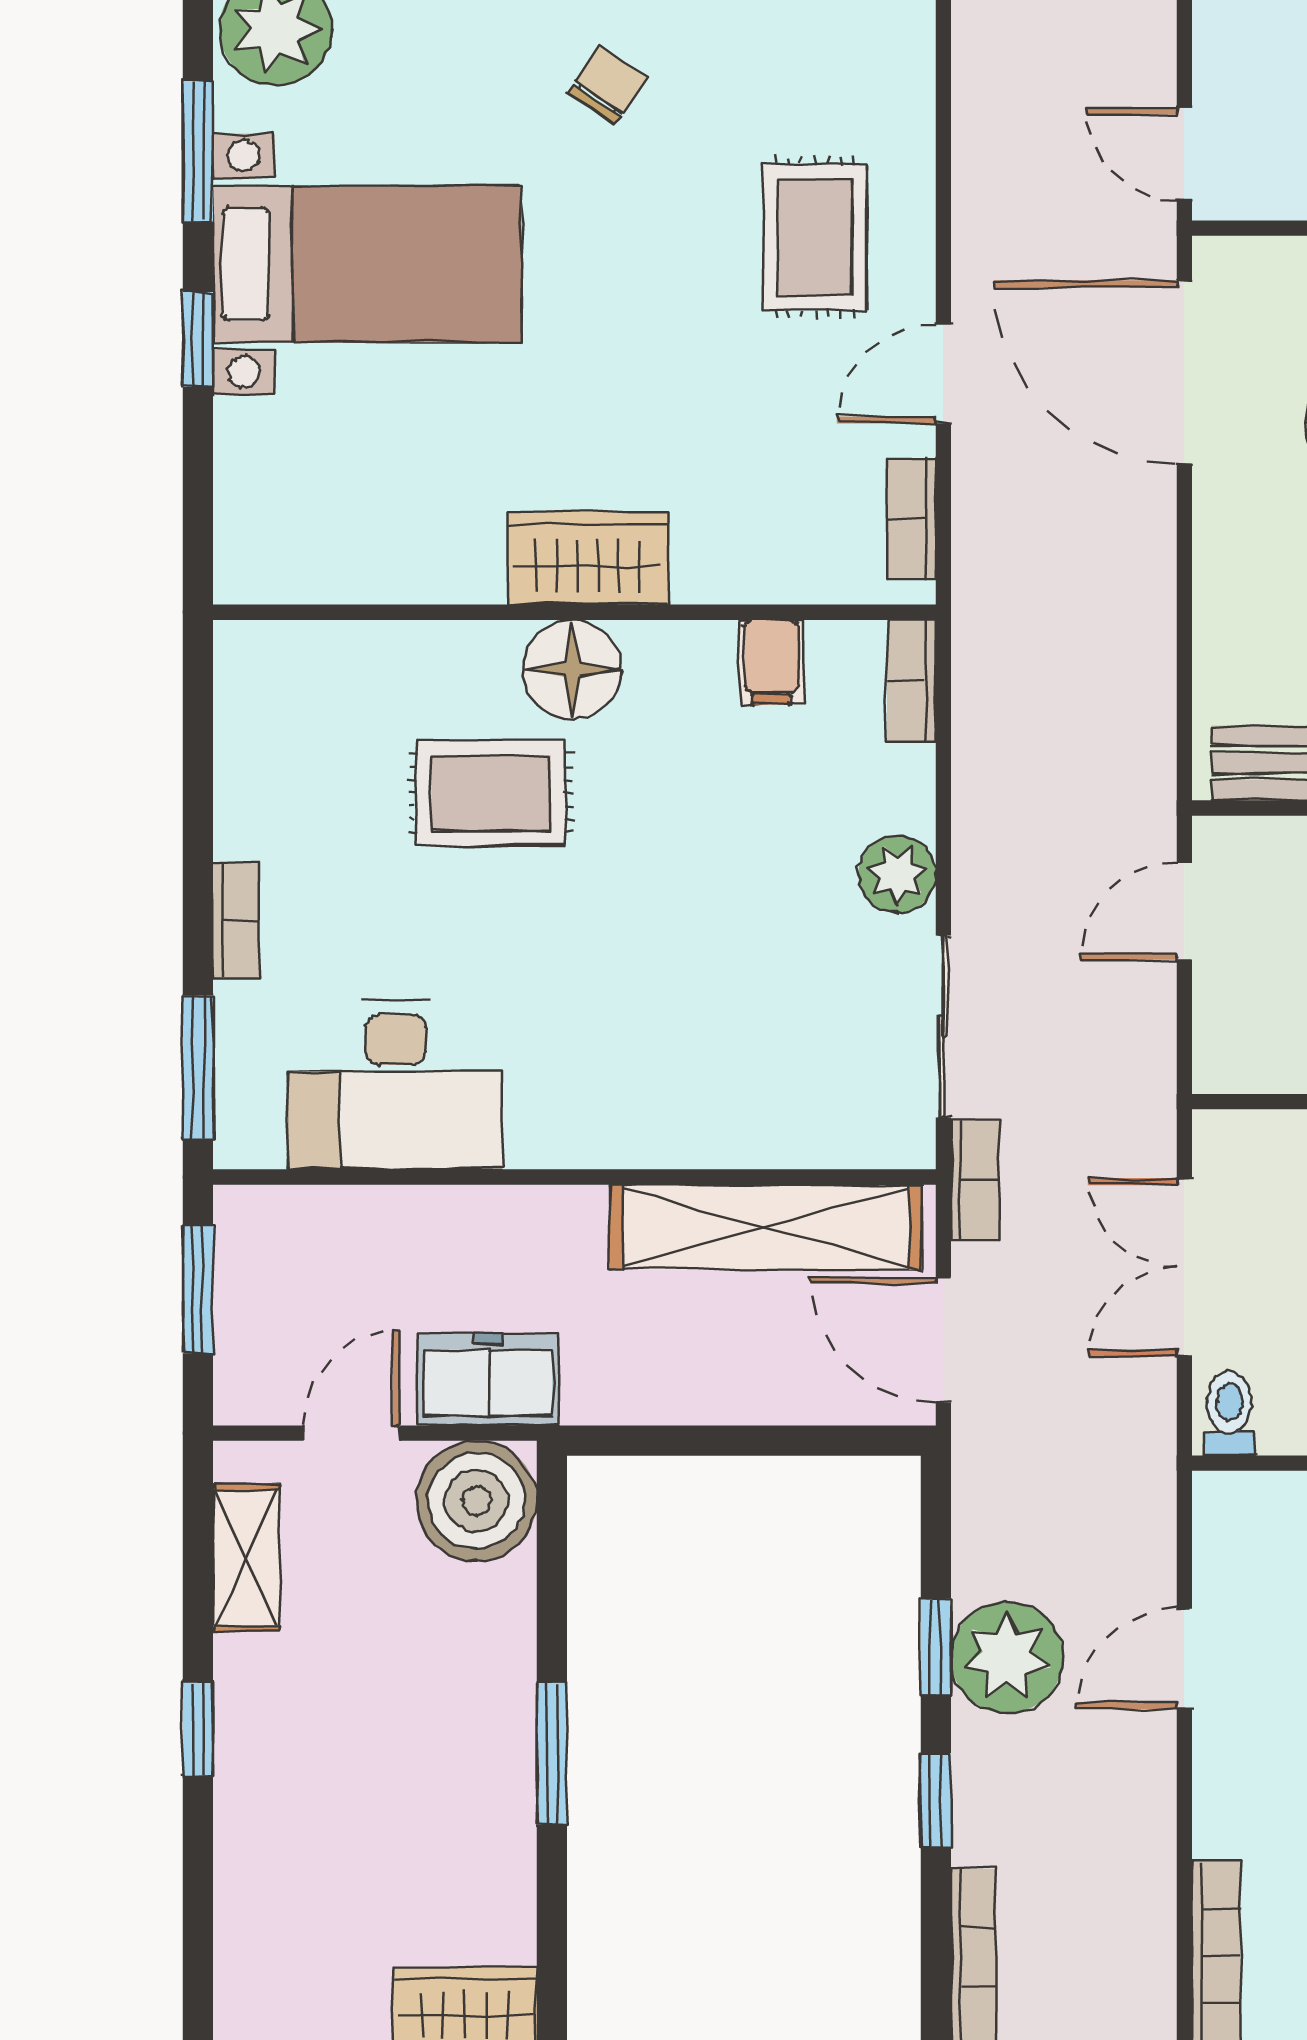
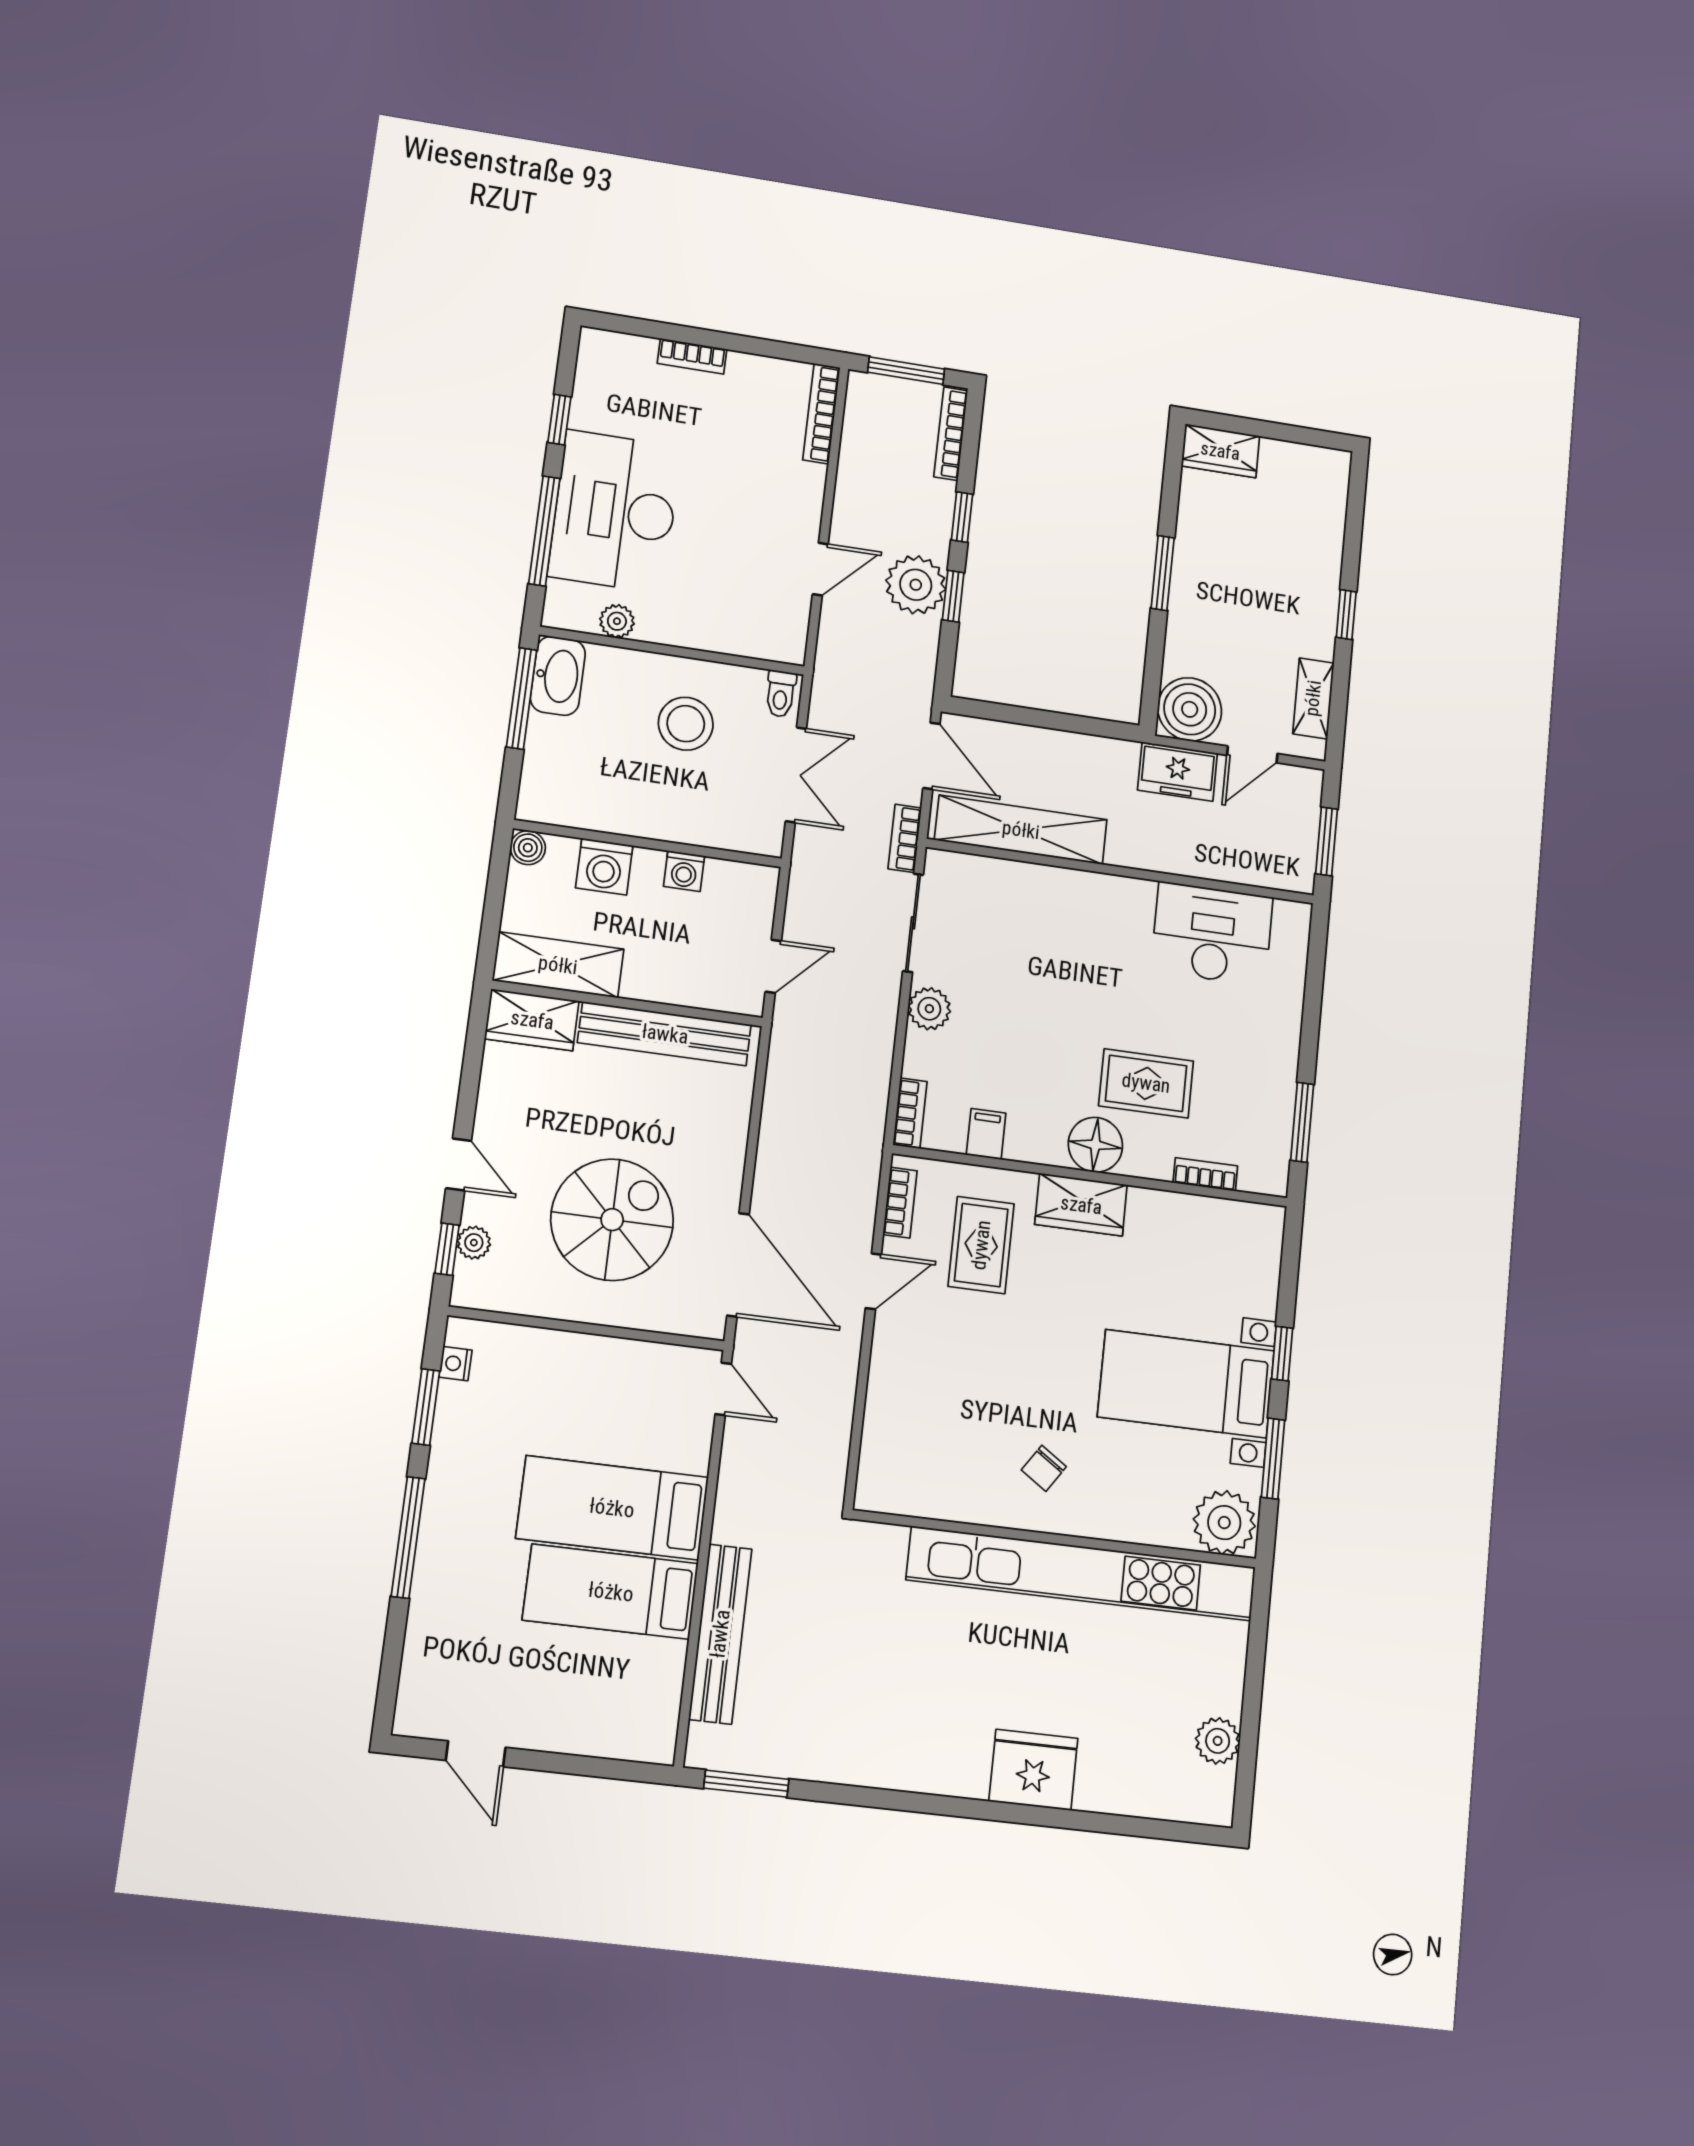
rug: (815, 237) -> (981, 1245), moved
bookcase: (236, 920) -> (1205, 1174), moved, turned 90
window: (198, 1067) -> (1302, 1122), moved

